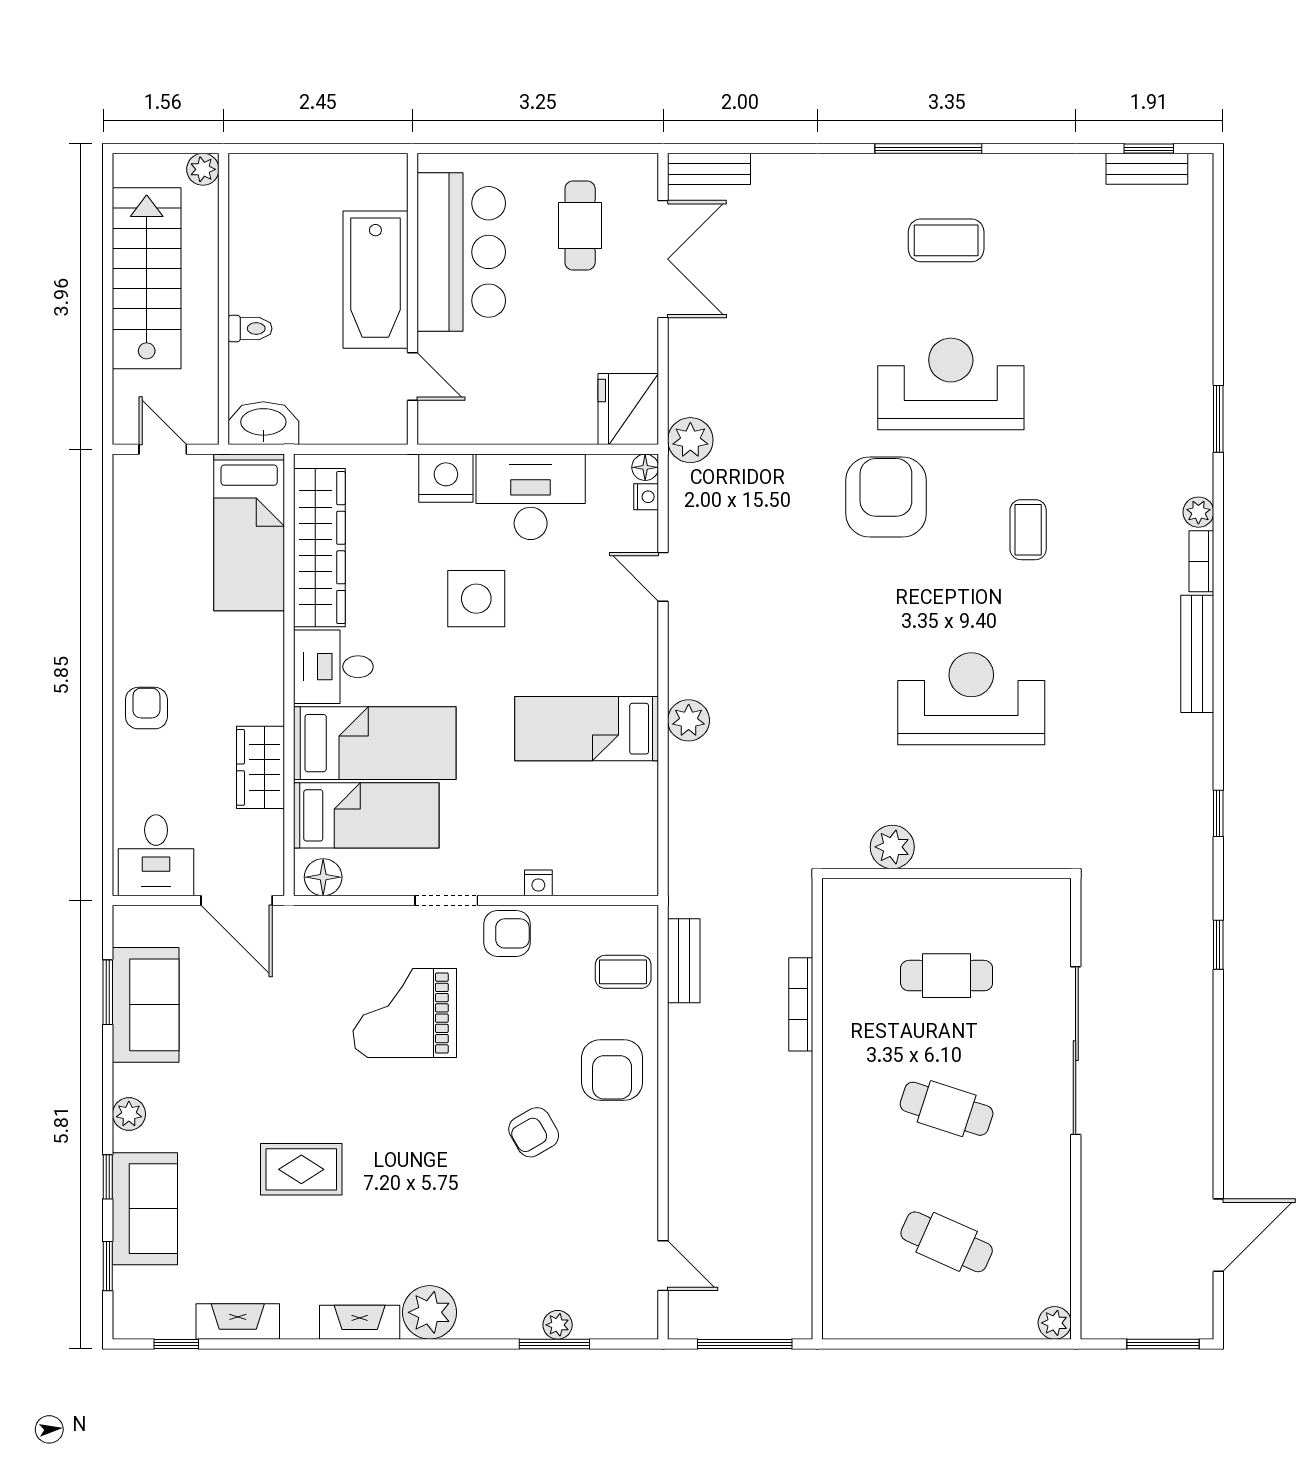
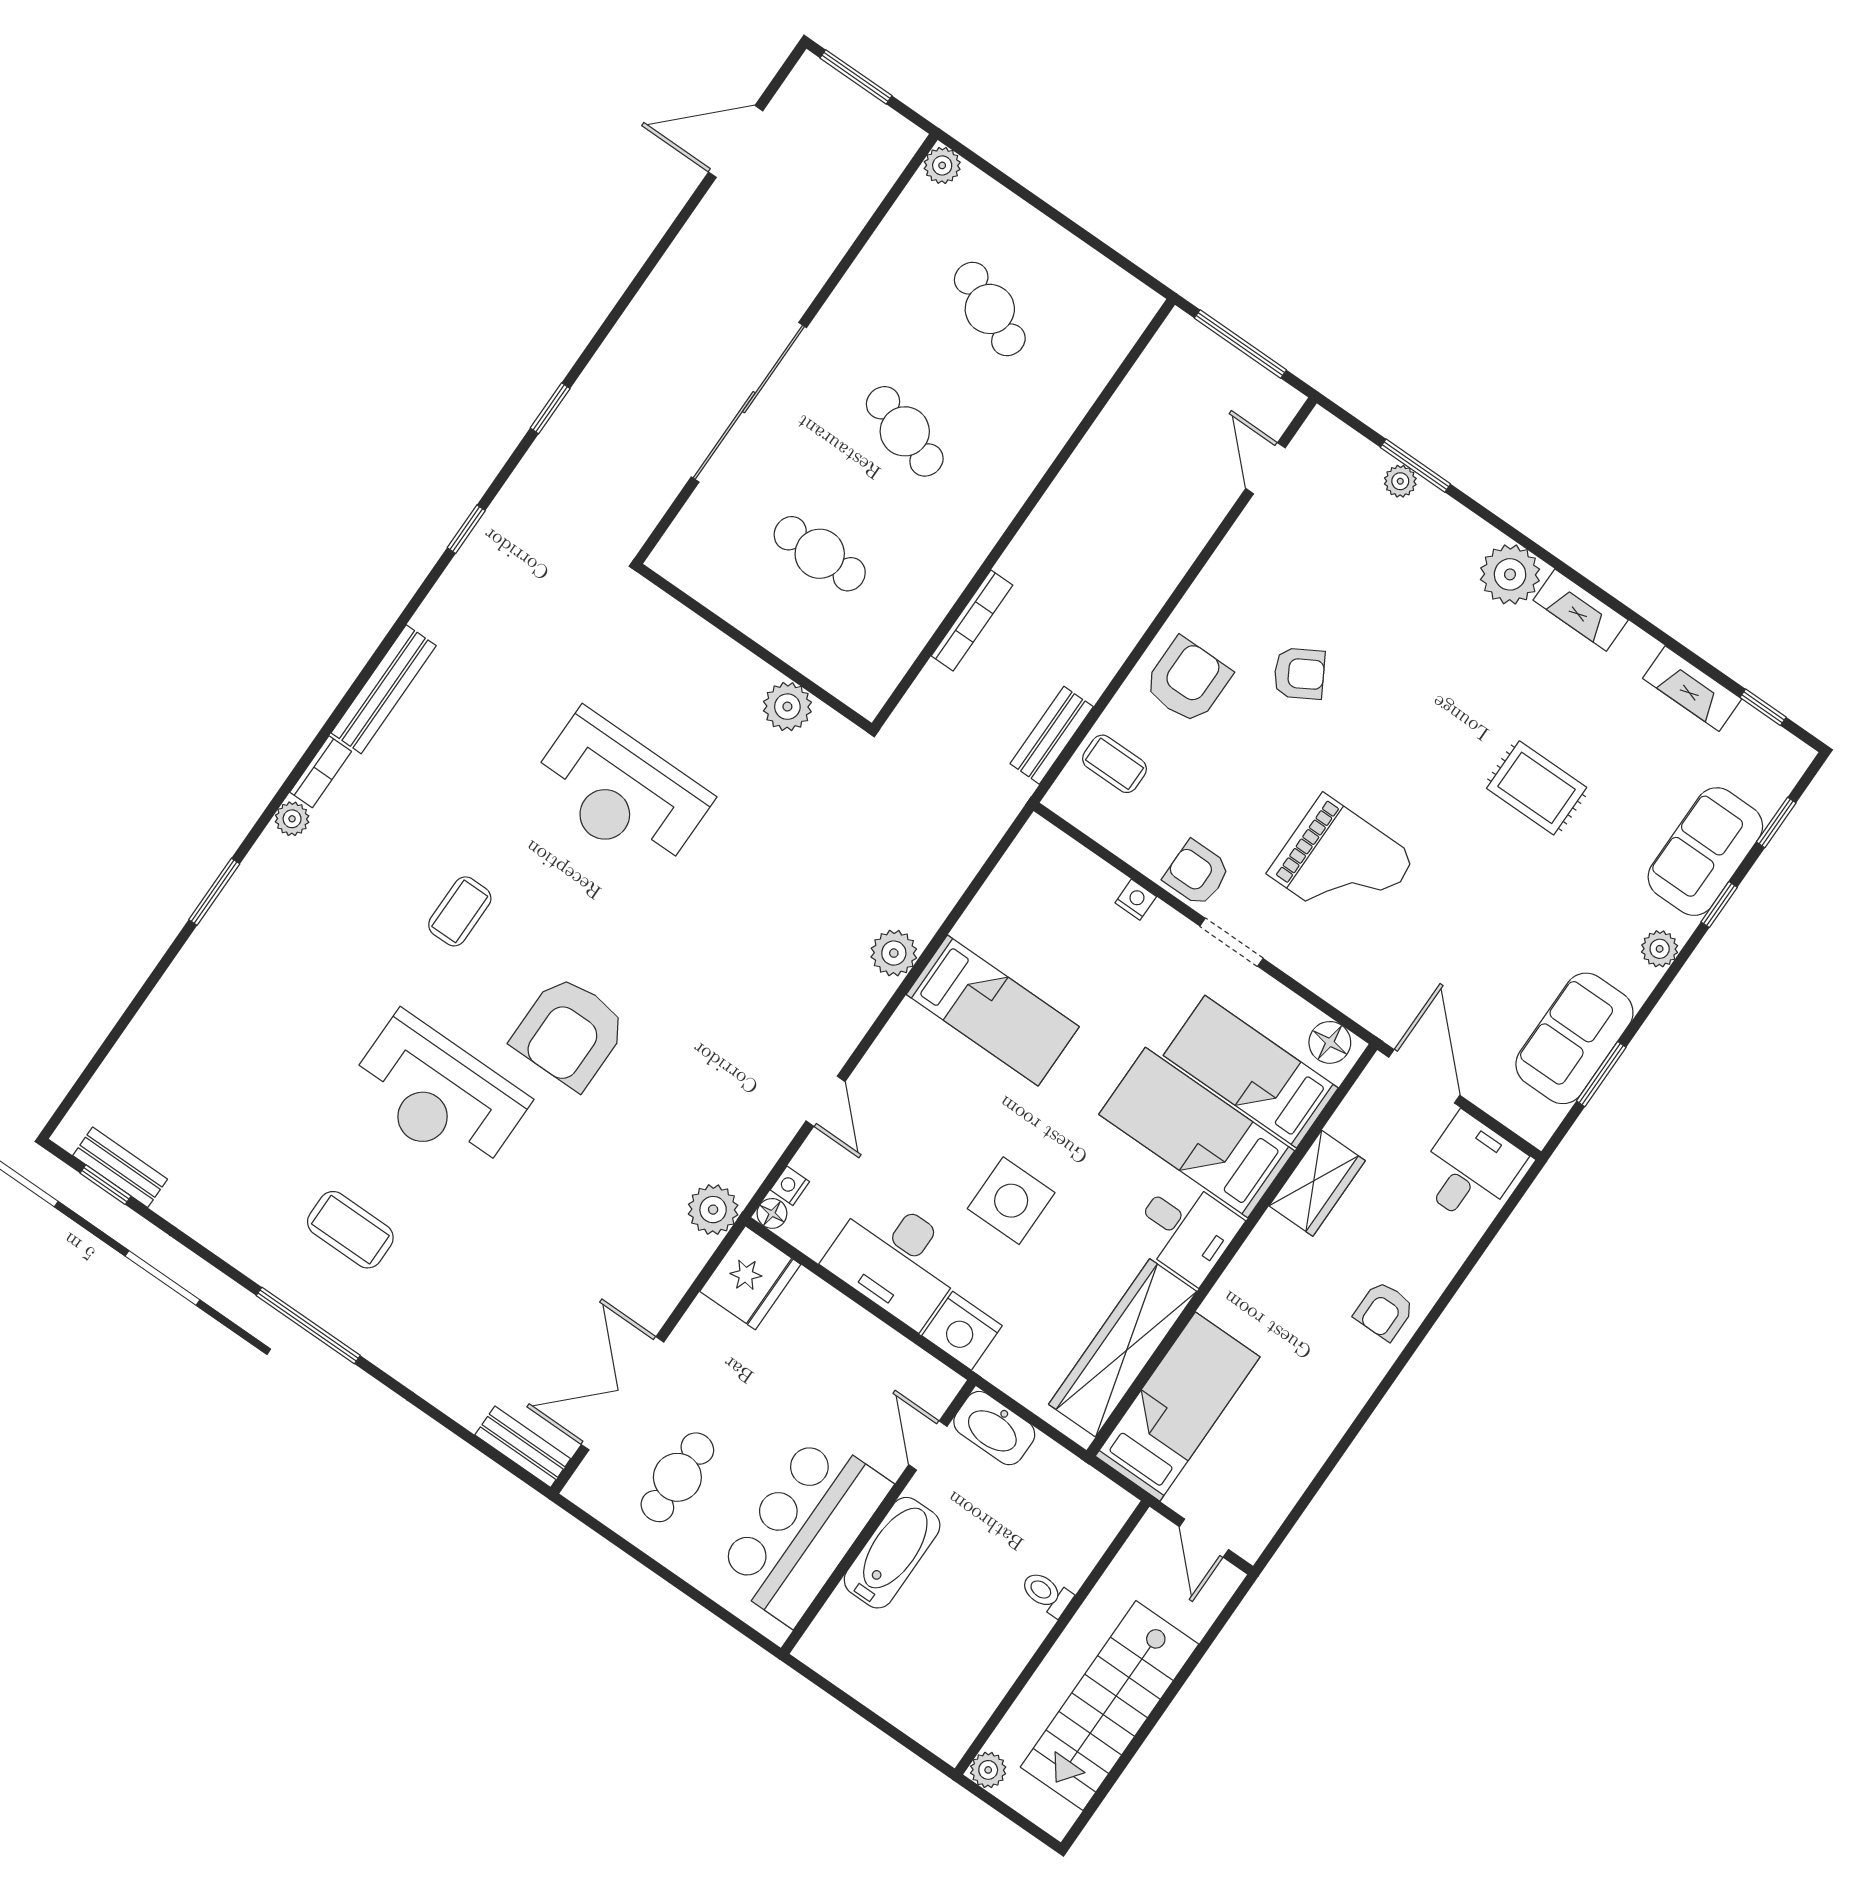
bathtub: (375, 280) -> (892, 1553), width x0.73, depth x0.73
washbasin: (263, 423) -> (994, 1428), moved

